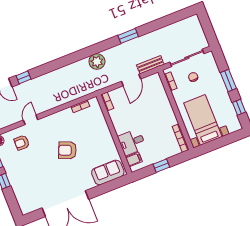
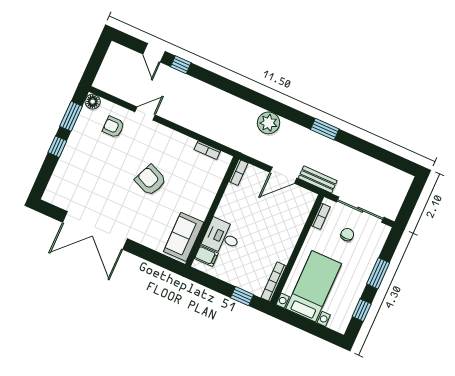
window: (161, 166) -> (242, 296), moved
sofa: (108, 172) -> (184, 237), moved, turned -90

